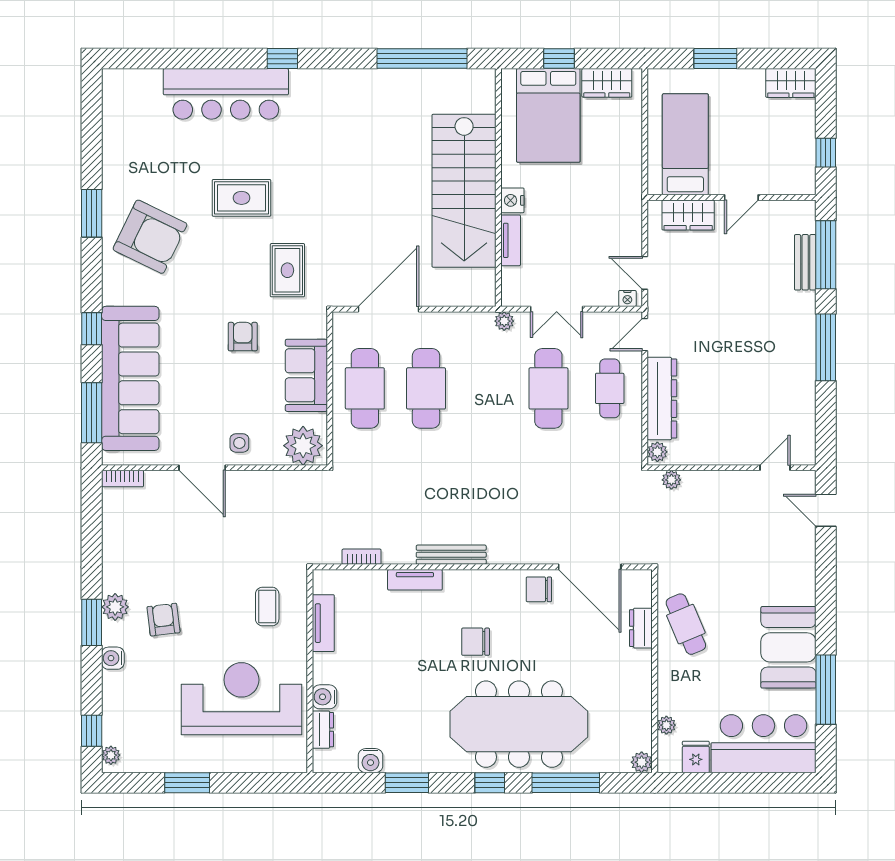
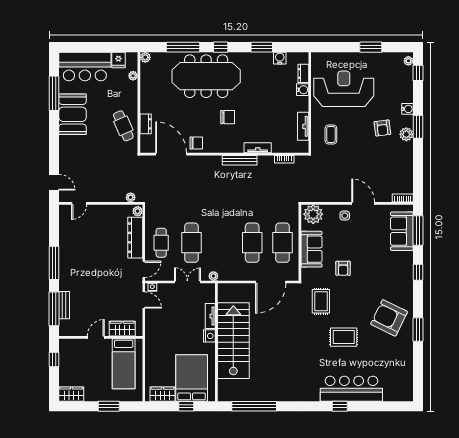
window: (282, 59) -> (340, 406), moved
sofa: (130, 378) -> (402, 231), width x0.54, depth x0.79
reception desk: (241, 699) -> (344, 89), turned 180

